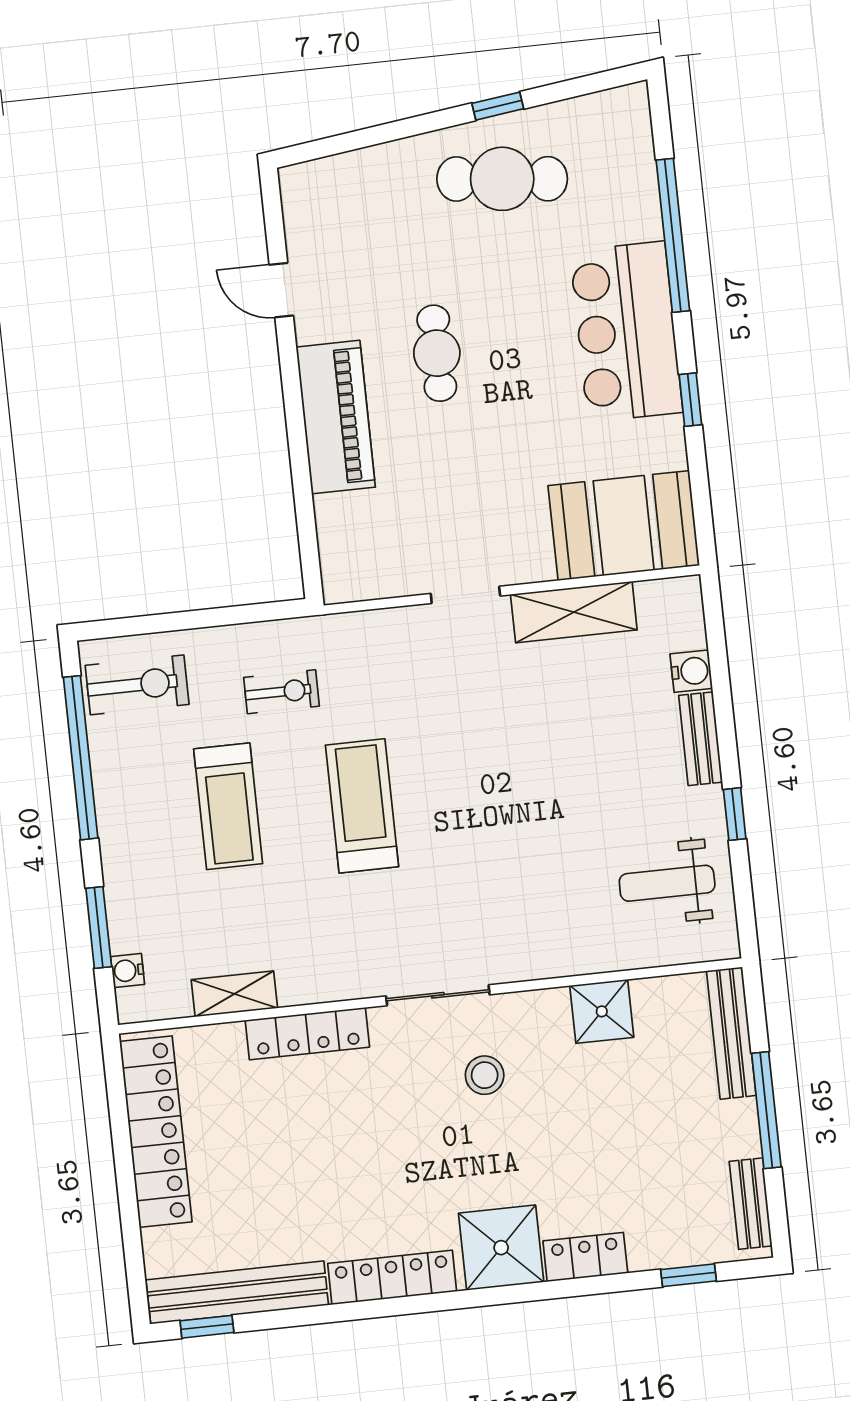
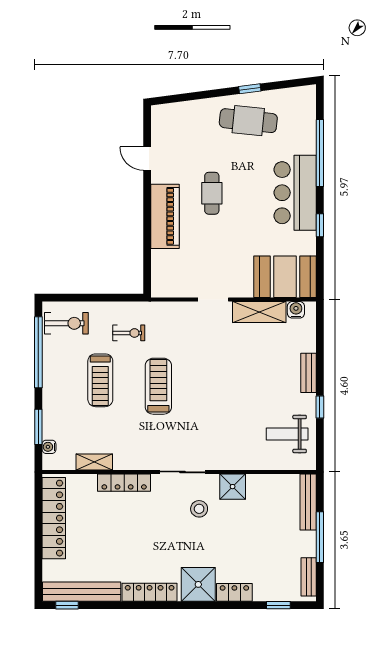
water cooler: (691, 671) -> (296, 310), moved, turned -90
shower: (602, 1011) -> (233, 487), moved

